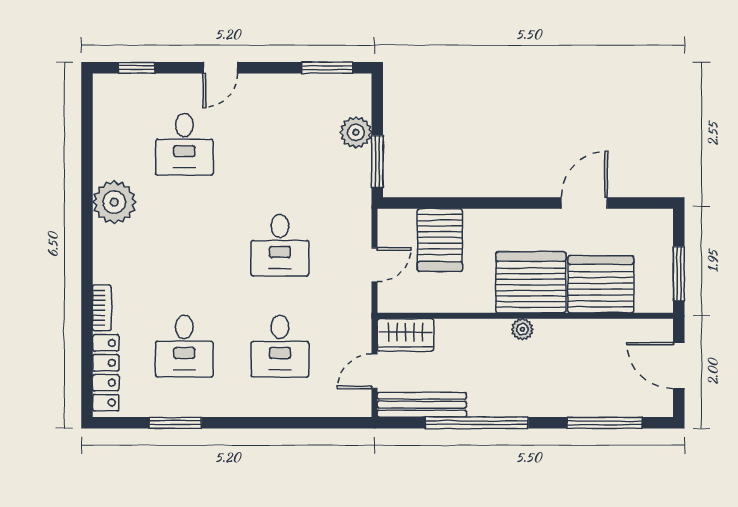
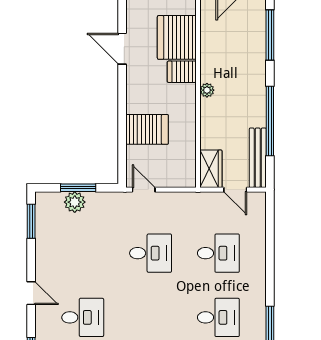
window: (377, 162) -> (78, 188), moved
server rack: (440, 240) -> (147, 129), moved
door: (374, 265) -> (144, 190), moved
server rack: (531, 282) -> (182, 72), width x0.46, depth x0.70

